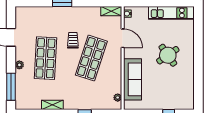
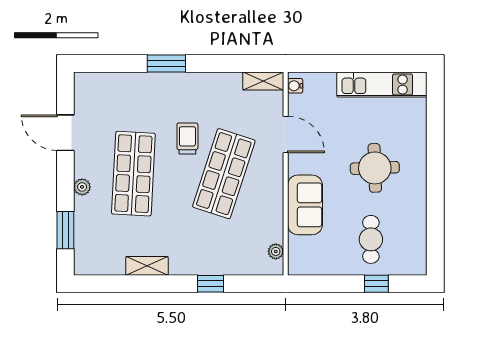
round table: (168, 55) -> (375, 168), turned 33
sofa: (132, 79) -> (305, 205), width x0.73
window: (11, 87) -> (65, 230), width x0.69
cafe table: (166, 91) -> (371, 239), added

